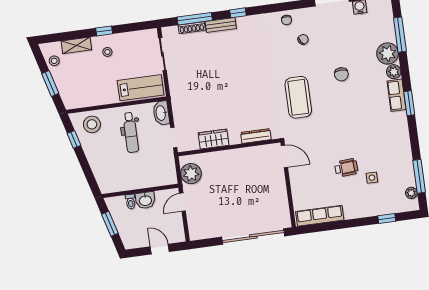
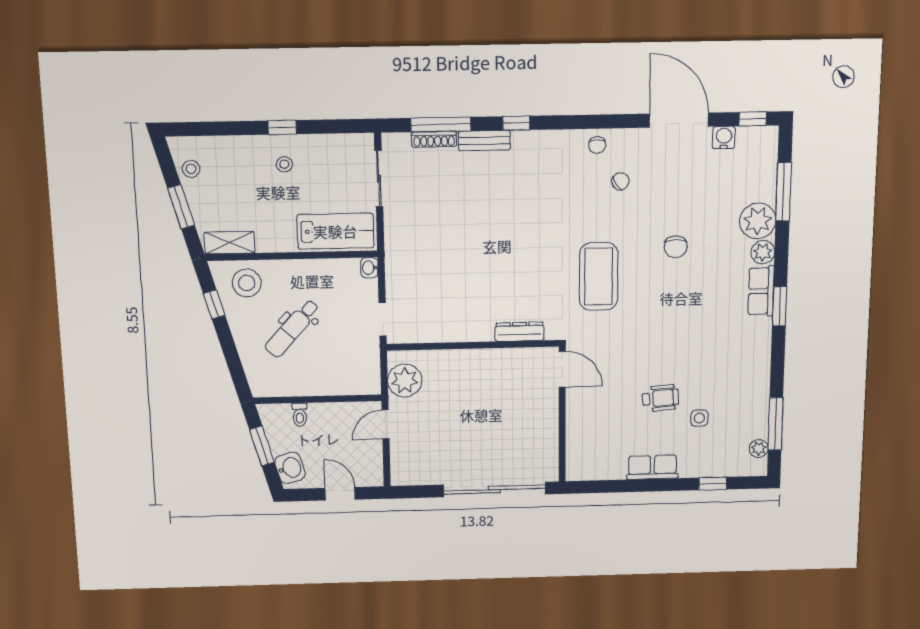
shelving: (76, 45) -> (230, 243), moved
washbasin: (161, 113) -> (369, 268), width x0.52, depth x0.69
dental chair: (131, 132) -> (292, 328), moved, turned 42
wardrobe: (214, 139) -> (449, 329), removed
washbasin: (145, 200) -> (290, 468), moved, turned -105
row of seats: (320, 216) -> (652, 467), moved, width x0.68

